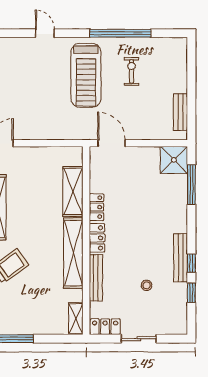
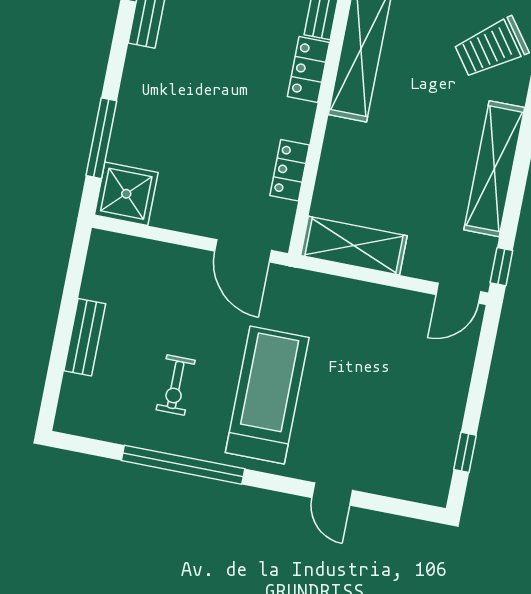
bench: (180, 112) -> (85, 337), moved
shelving: (73, 191) -> (354, 246), moved, turned 90
locker: (96, 207) -> (290, 170), moved

